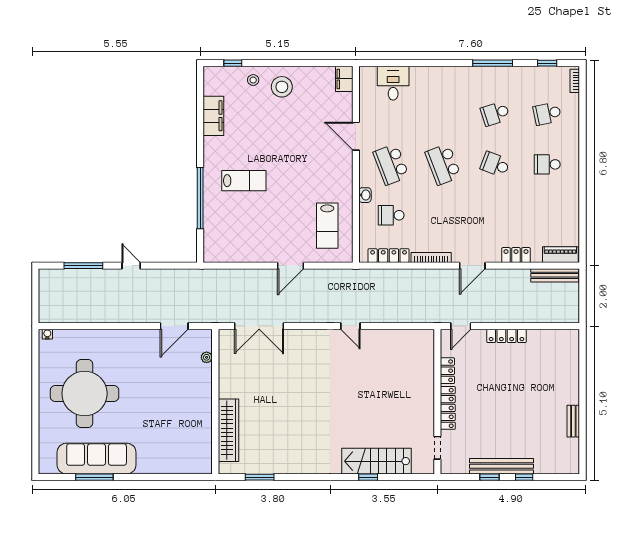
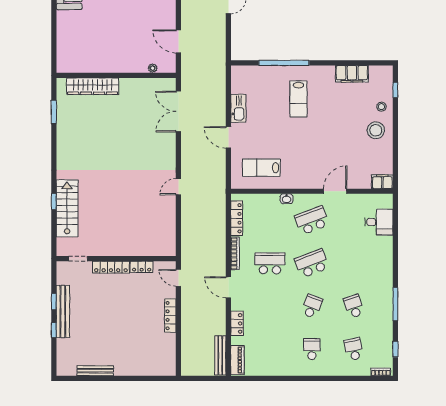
school desk: (391, 215) -> (270, 263), moved, width x1.85
kitchen sink: (255, 254) -> (238, 108), added
bench: (573, 421) -> (95, 371), width x1.36

